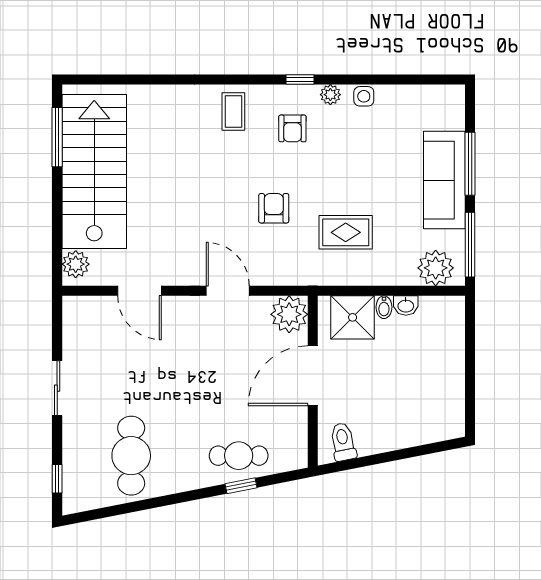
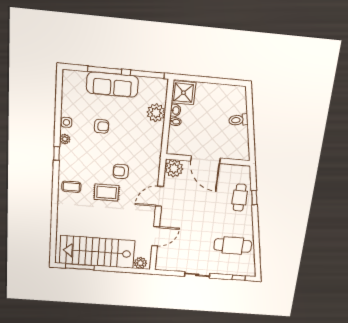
armchair: (292, 128) -> (101, 126), moved
rug: (346, 232) -> (107, 192), moved, turned 90
plant: (436, 268) -> (156, 113), moved
shower: (353, 317) -> (184, 93), moved
toilet: (343, 442) -> (238, 120), moved

